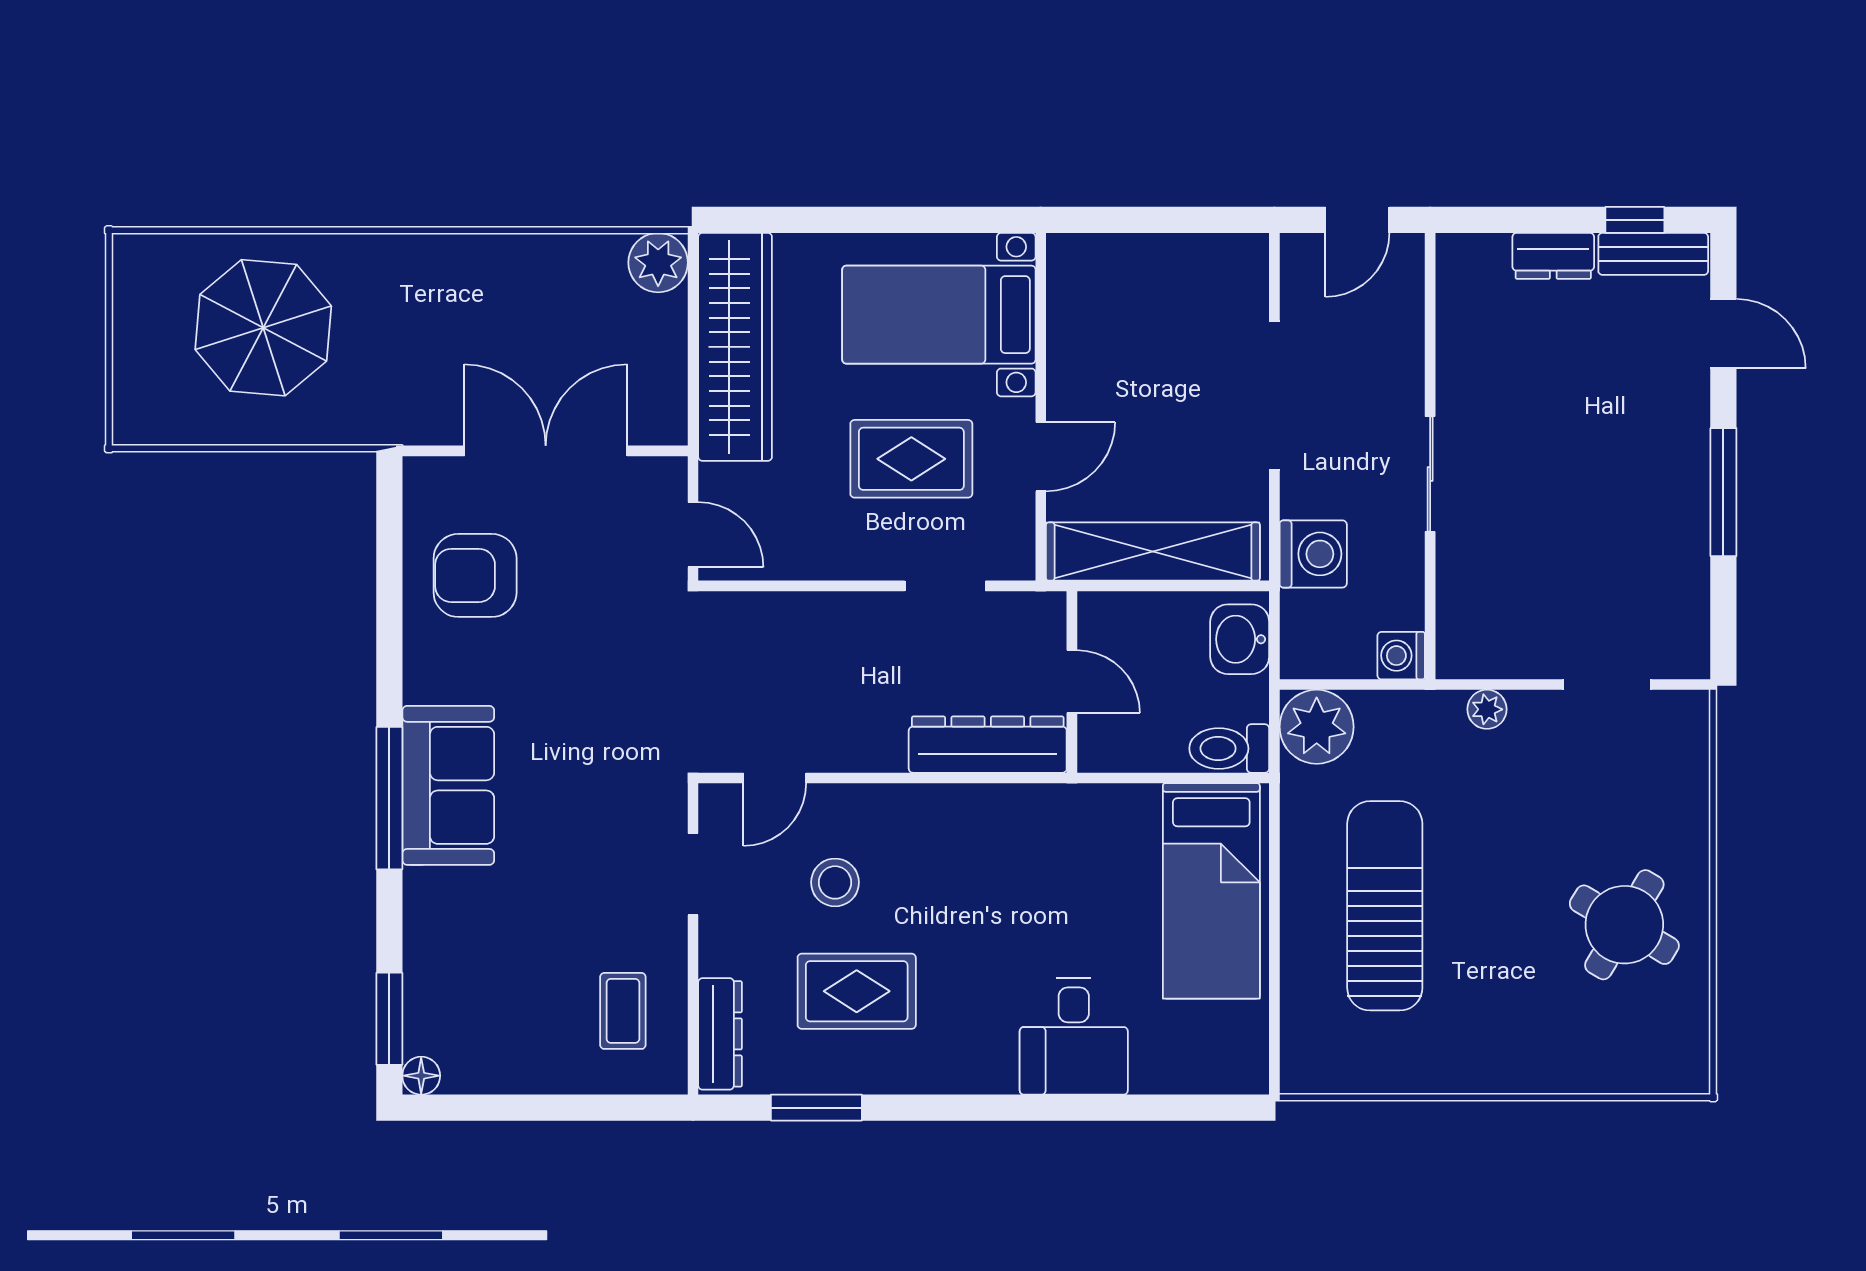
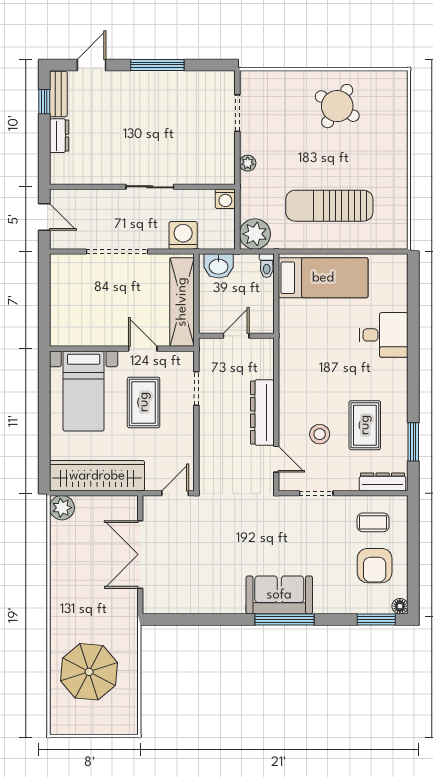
armchair: (475, 575) -> (375, 566), moved
dresser: (988, 745) -> (262, 413), moved
toilet: (1229, 748) -> (267, 266), width x0.73, depth x0.72

